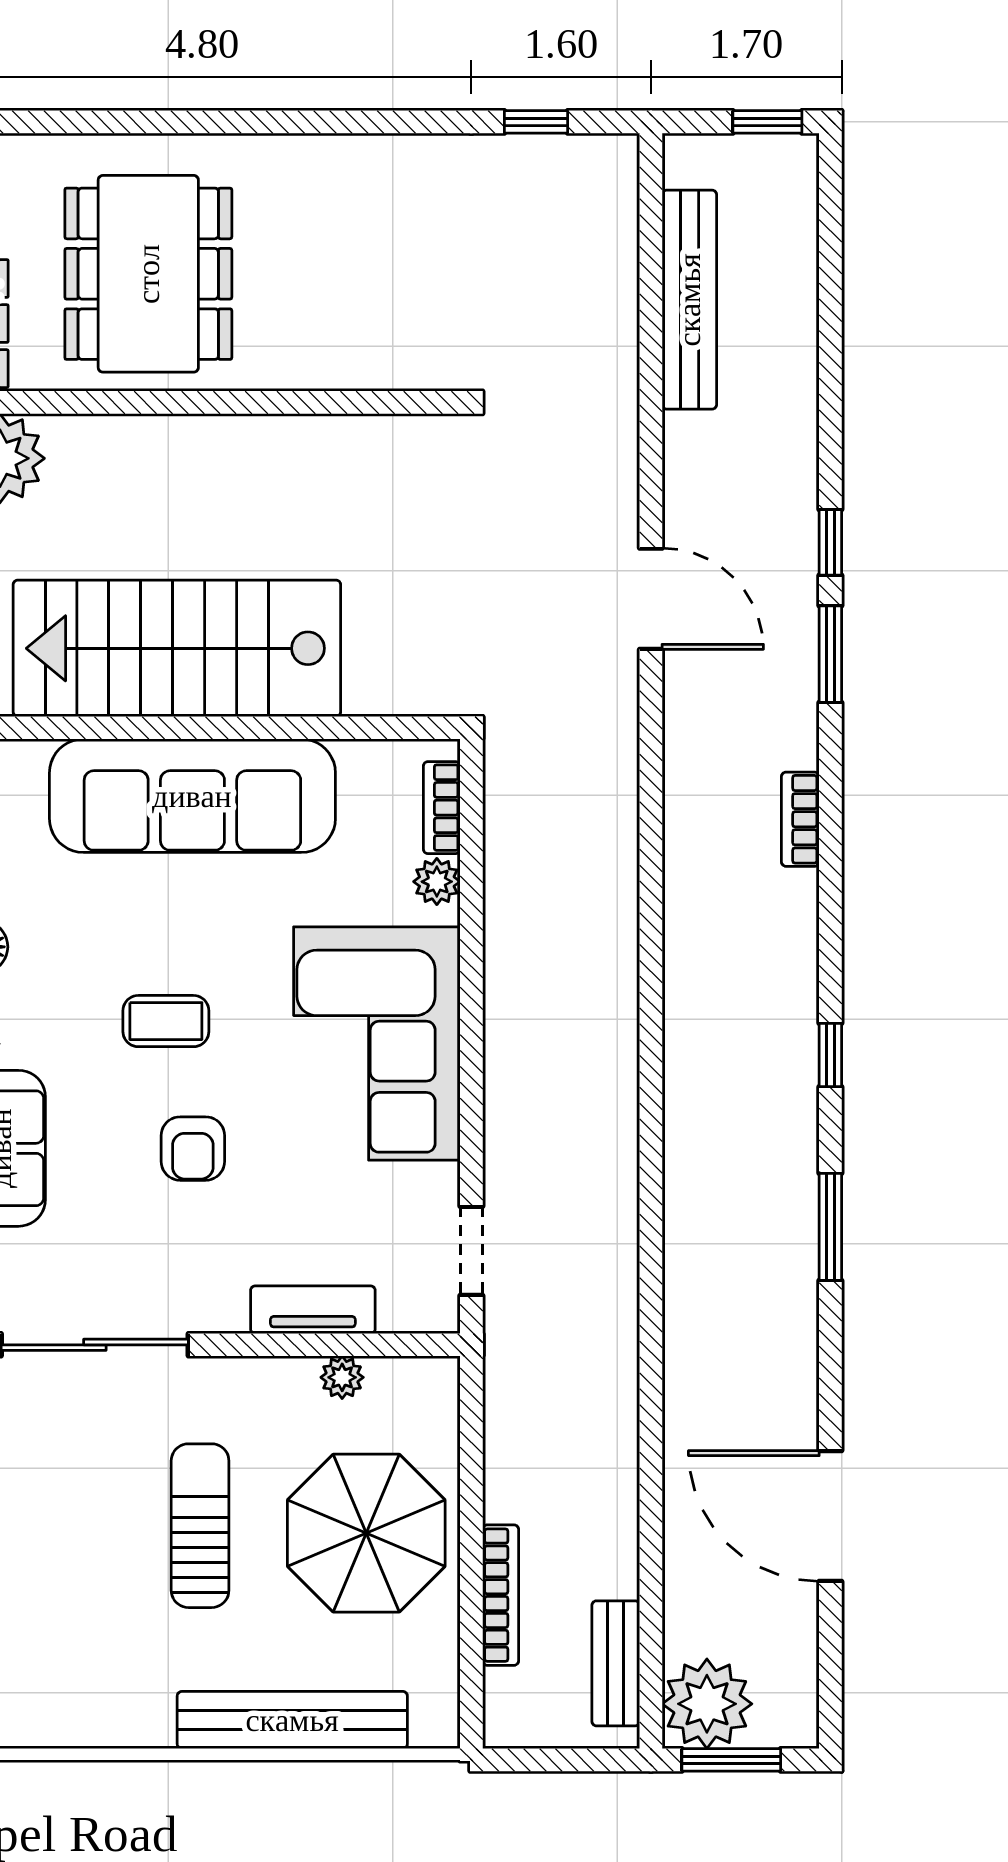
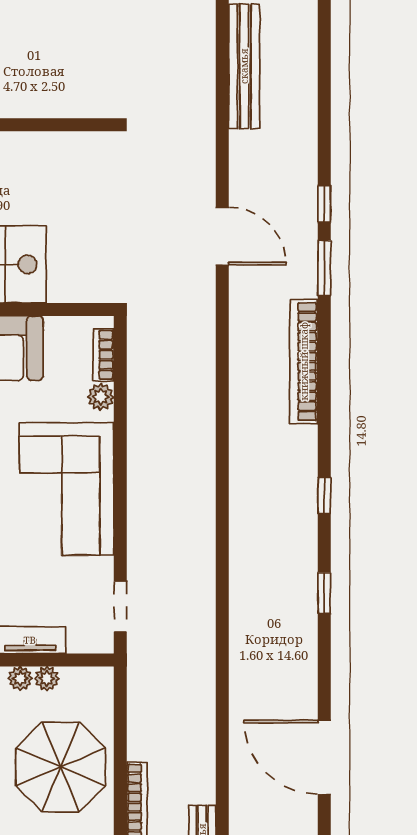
bookcase: (800, 819) -> (304, 361), width x2.31, depth x1.31
window: (830, 1227) -> (324, 593), width x0.67
plant: (295, 1377) -> (20, 678), added

